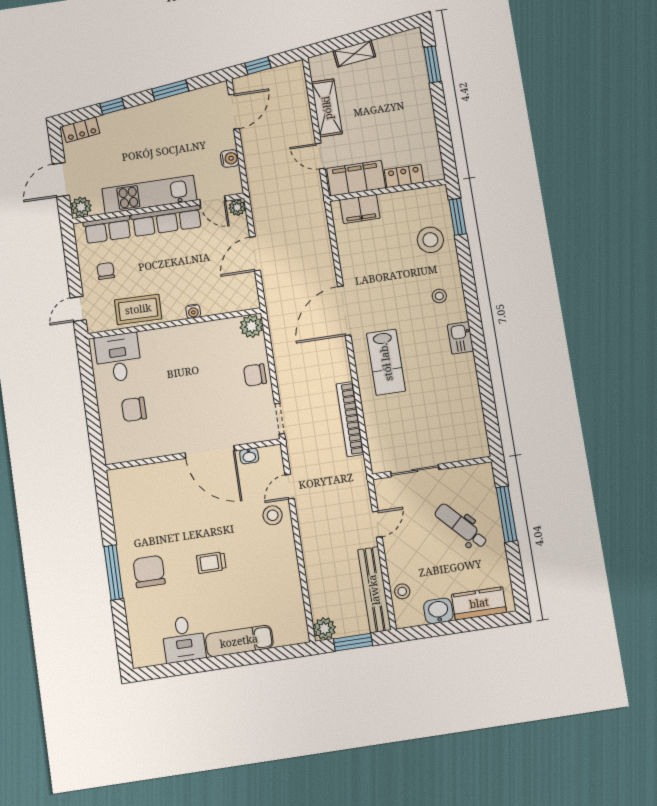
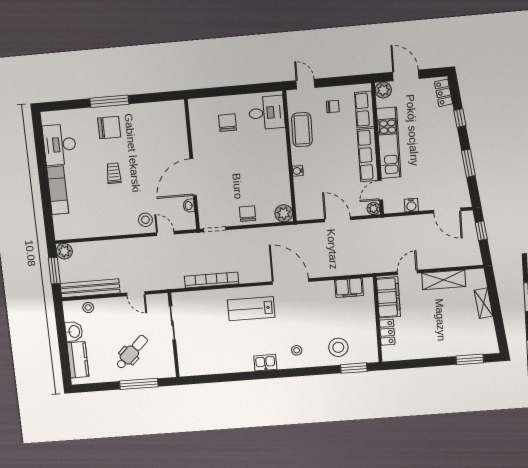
filing cabinet: (360, 209) -> (349, 288), moved, turned -90
desk: (184, 639) -> (60, 145), width x1.37

